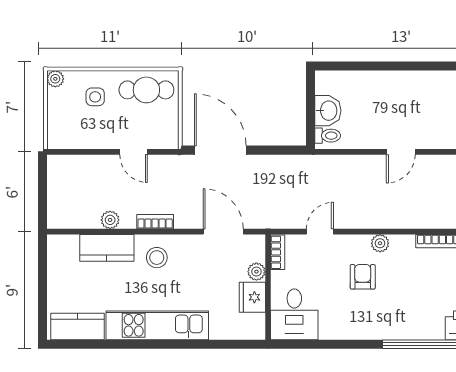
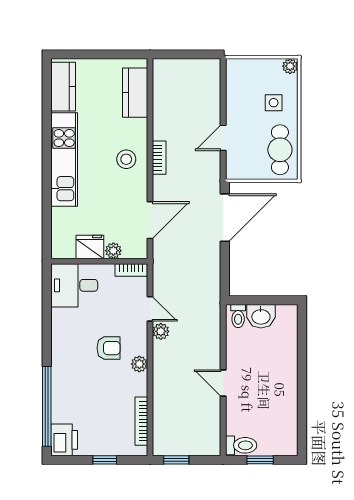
plant: (110, 220) -> (161, 331), moved
kitchen counter: (107, 248) -> (135, 93), moved

